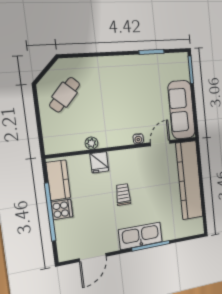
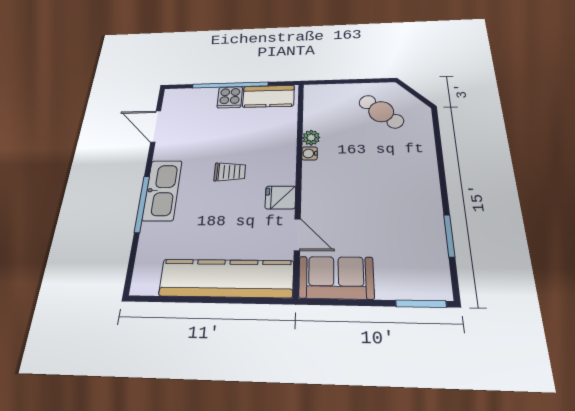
sofa: (182, 110) -> (336, 278), width x0.73
water cooler: (138, 139) -> (310, 153), moved
fridge: (99, 162) -> (280, 197), moved

